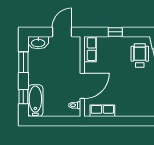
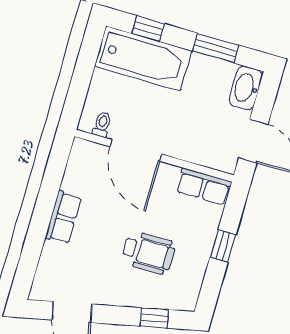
wheelchair: (140, 56) -> (149, 253), moved
bathtub: (35, 101) -> (143, 58), width x1.36, depth x1.36
row of seats: (102, 111) -> (63, 217), moved

